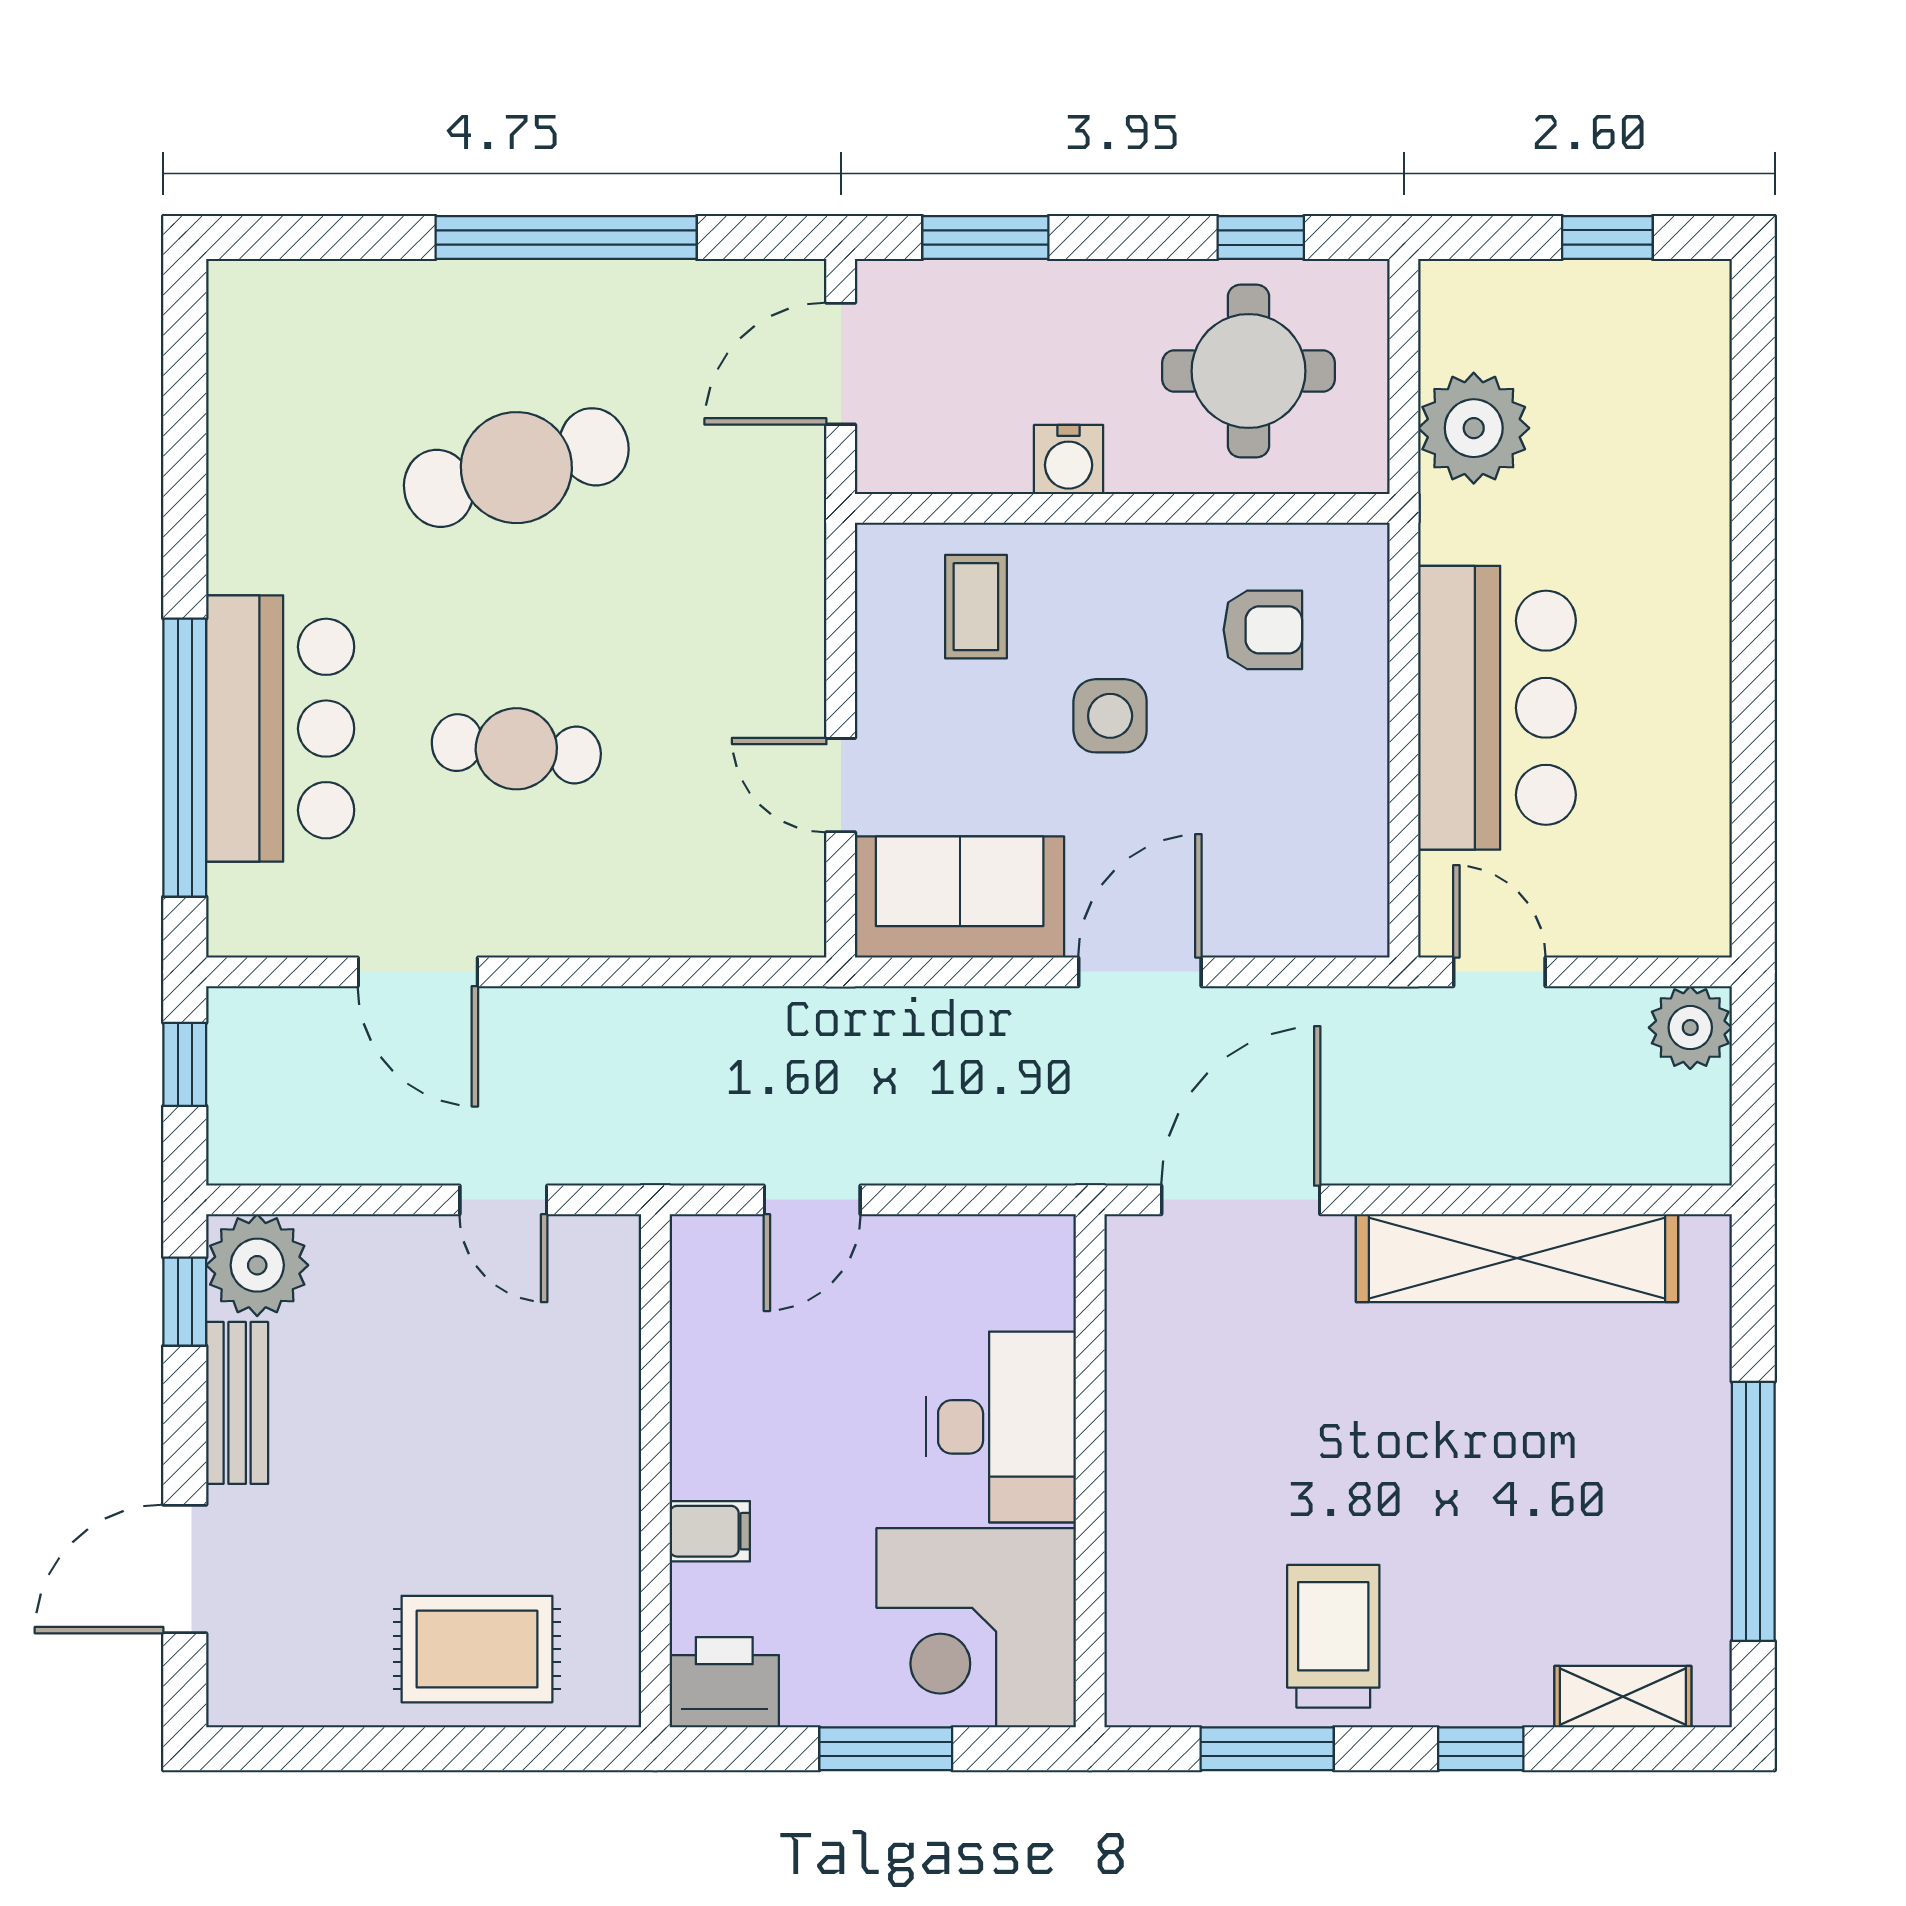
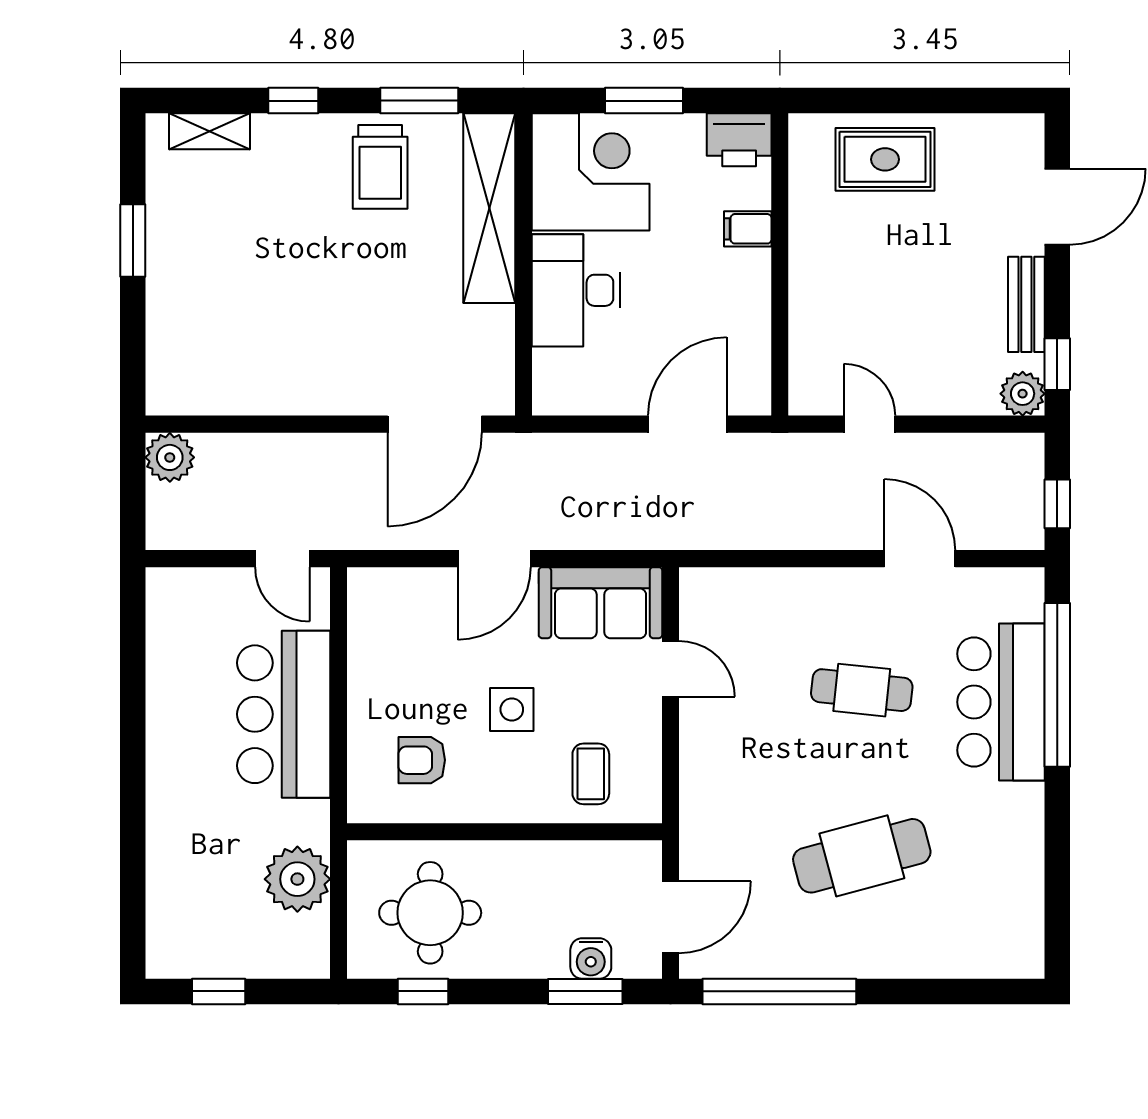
window: (566, 237) -> (779, 991), moved
water cooler: (1069, 460) -> (591, 958), moved, turned 180
plant: (1690, 1028) -> (170, 457), moved
door: (812, 1200) -> (687, 424), width x1.38
shelving: (1517, 1258) -> (489, 208), moved, turned 90
plant: (257, 1265) -> (1023, 394), width x0.73, depth x0.73
window: (1753, 1511) -> (133, 241), width x0.47

